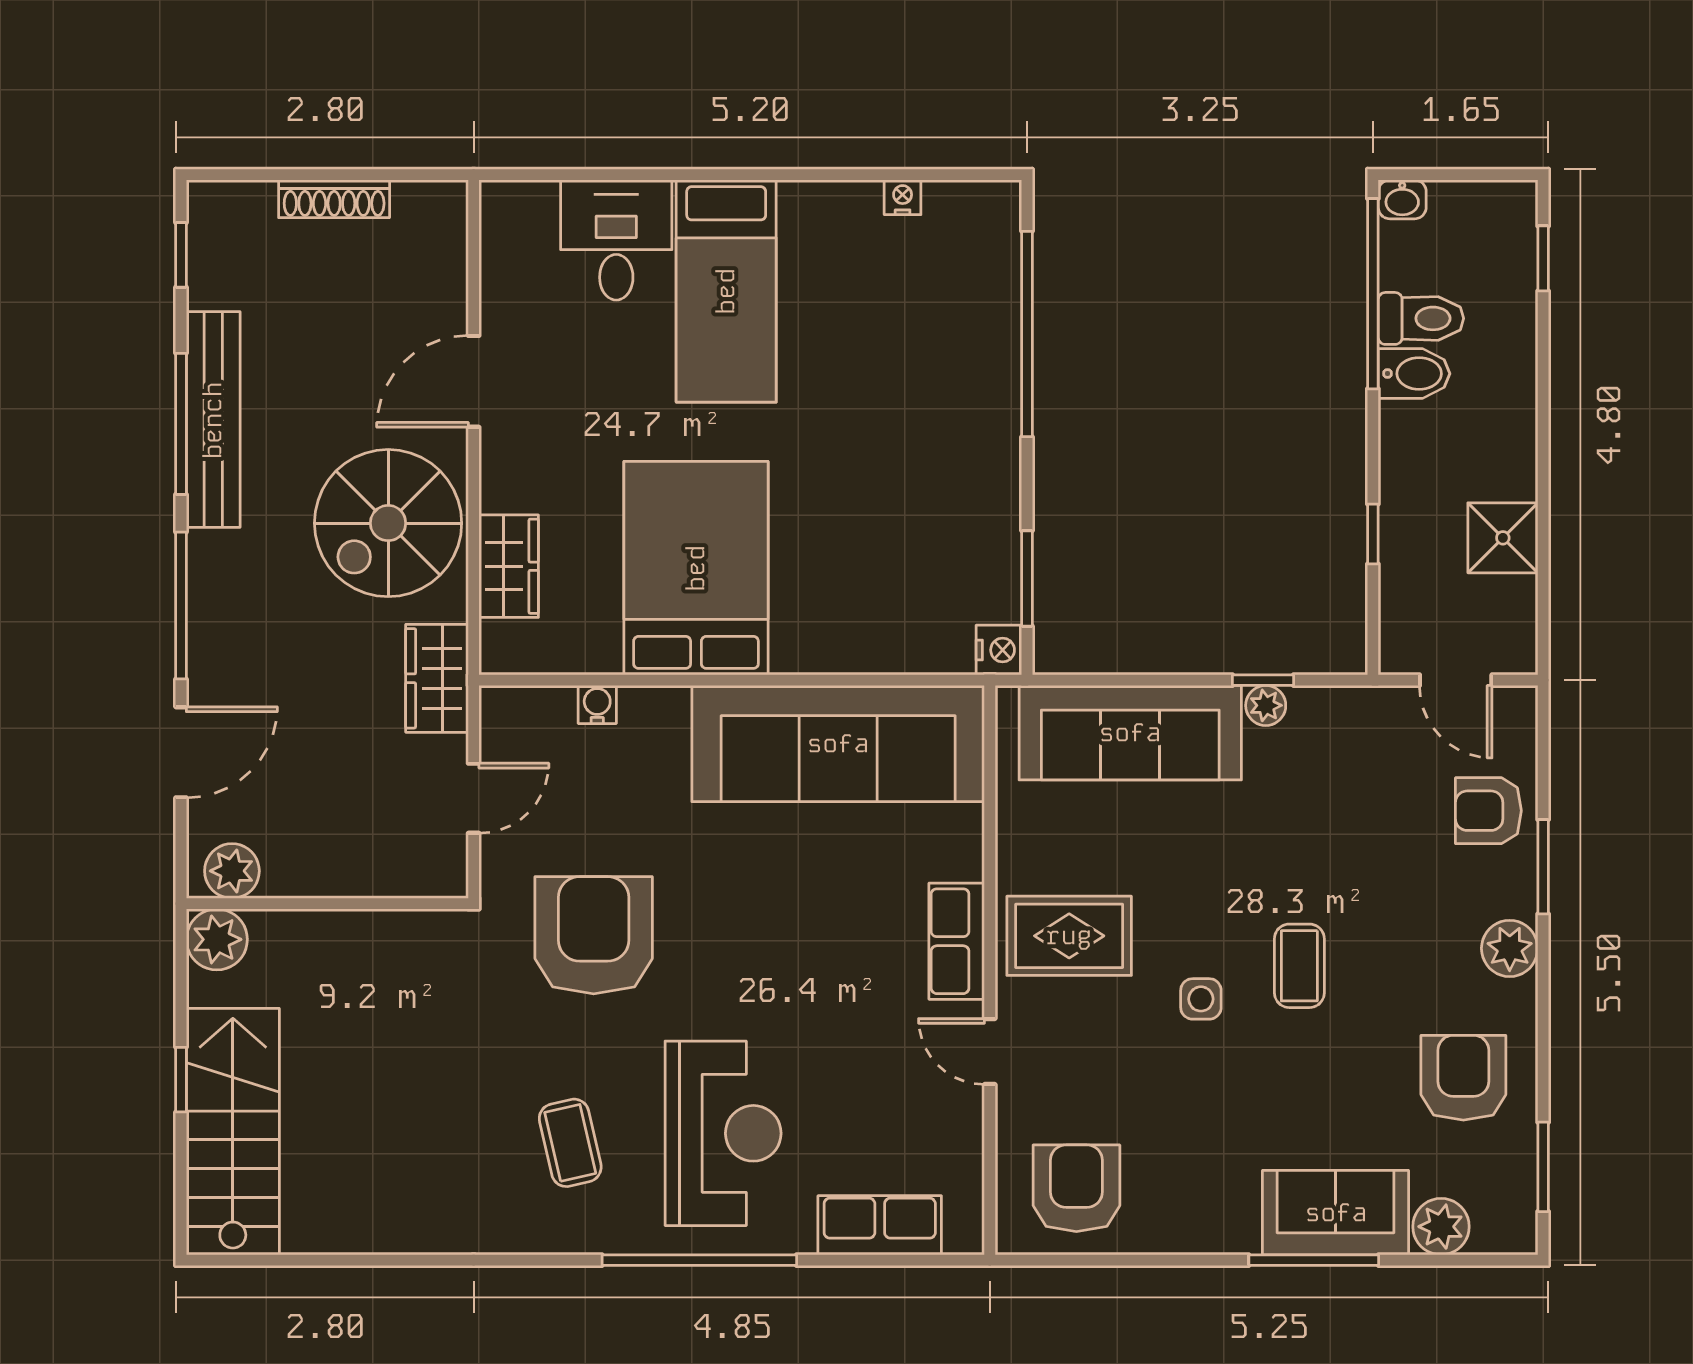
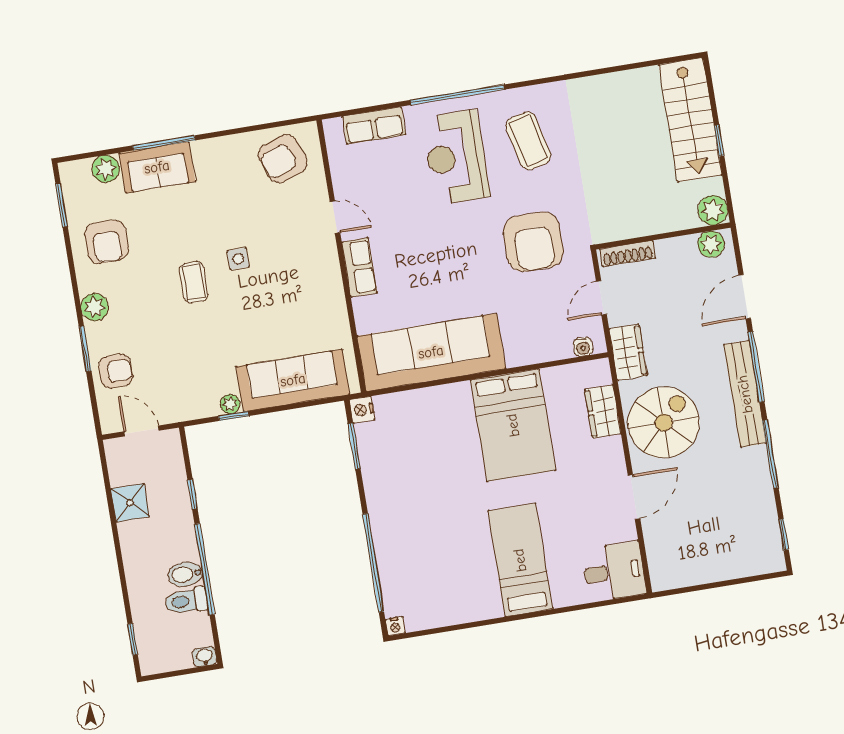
nightstand: (903, 197) -> (395, 626), moved
shoe rack: (334, 199) -> (628, 254), moved, turned 180
desk: (616, 240) -> (614, 572), moved, turned -90
window: (1373, 294) -> (205, 569), moved
bench: (213, 420) -> (745, 394), moved
water cooler: (597, 705) -> (583, 347), moved
rug: (1069, 936) -> (306, 279), removed
coffee table: (570, 1143) -> (528, 141), width x1.36, depth x1.30
armchair: (1076, 1188) -> (283, 159), turned 70

